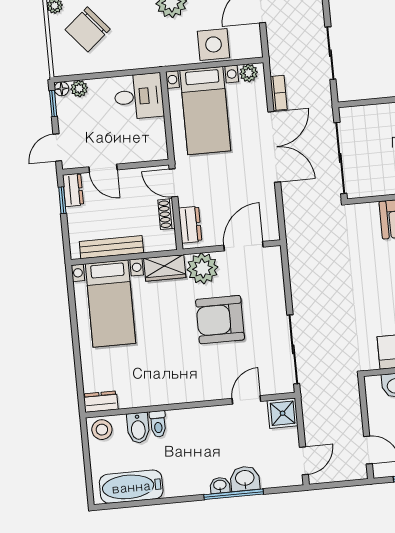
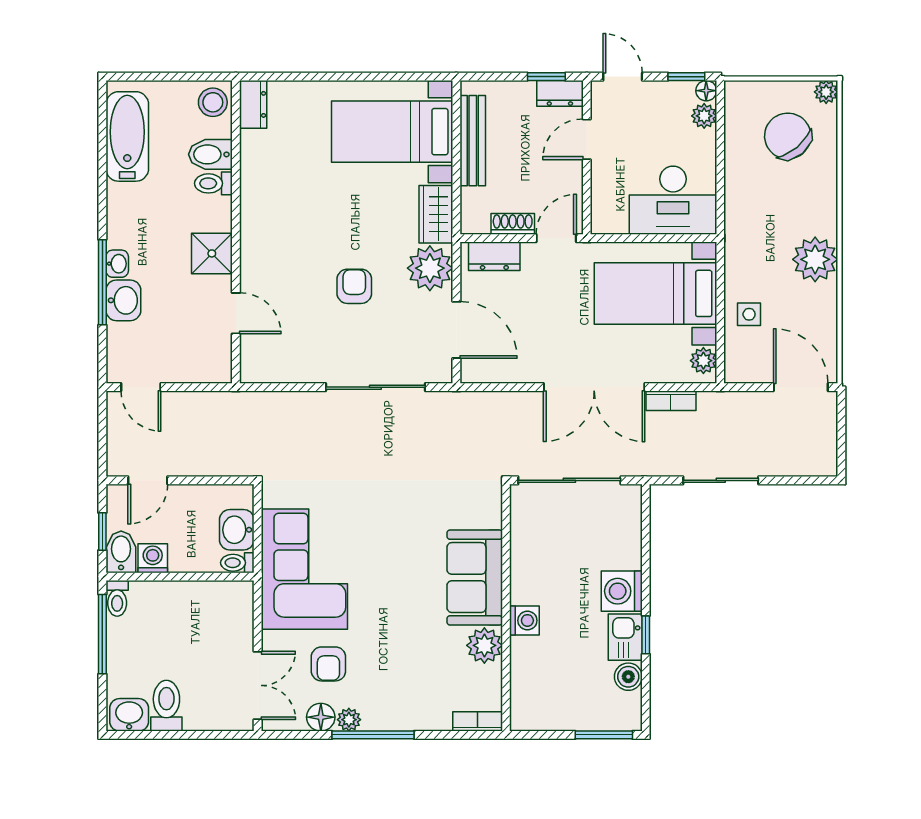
side table: (214, 44) -> (749, 314), width x0.54, depth x0.54
desk: (139, 96) -> (673, 200), width x1.37
armchair: (220, 320) -> (354, 286), width x0.53, depth x0.53
sliding door: (293, 349) -> (375, 387), moved
shower: (283, 413) -> (212, 253), moved

